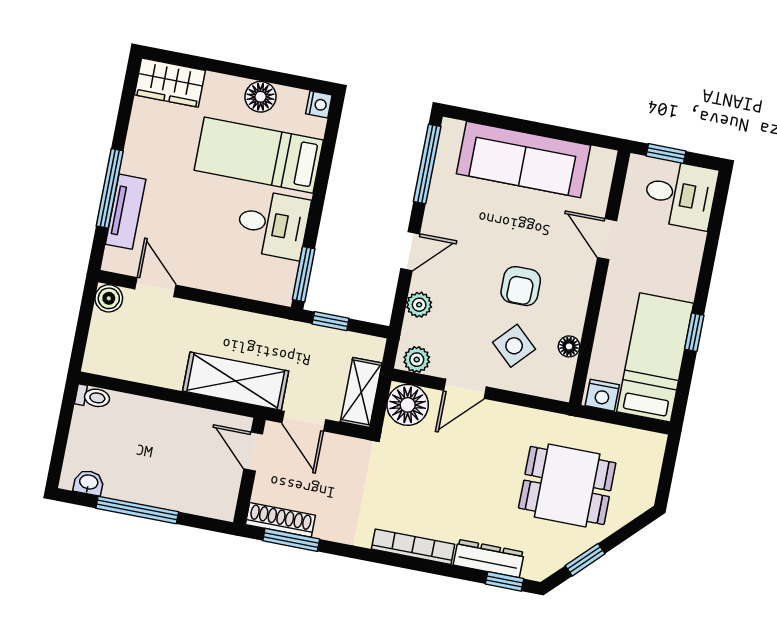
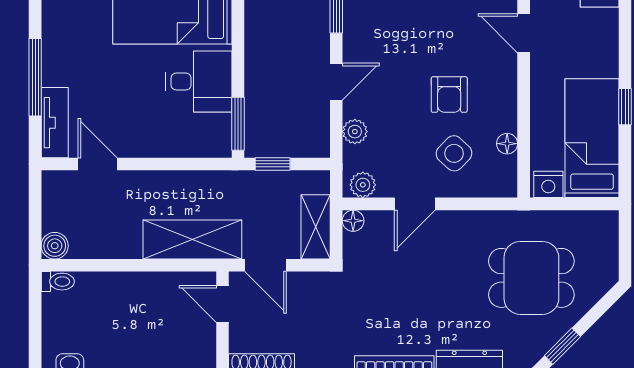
tv unit: (126, 212) -> (55, 123), moved
boiler: (109, 298) -> (55, 246), moved
floor lamp: (408, 405) -> (353, 221), width x0.53, depth x0.53

